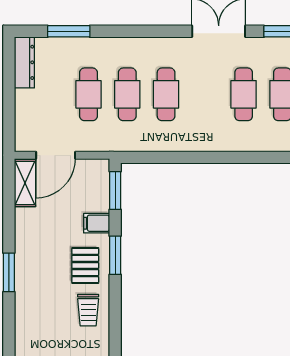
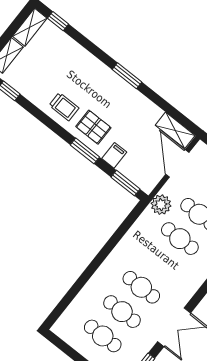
cafe table: (166, 94) -> (141, 287), moved
plant: (109, 139) -> (161, 205), added
trolley: (88, 310) -> (64, 107), turned 180

